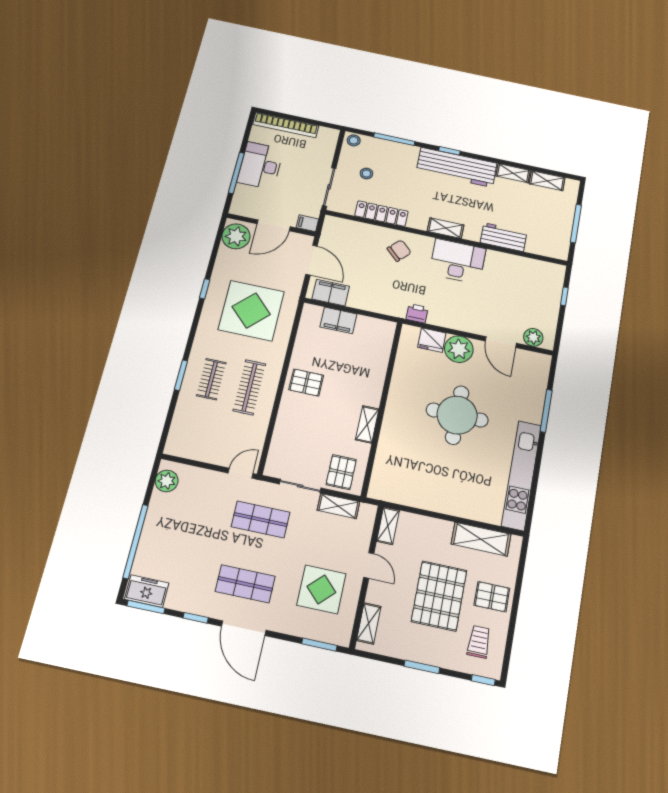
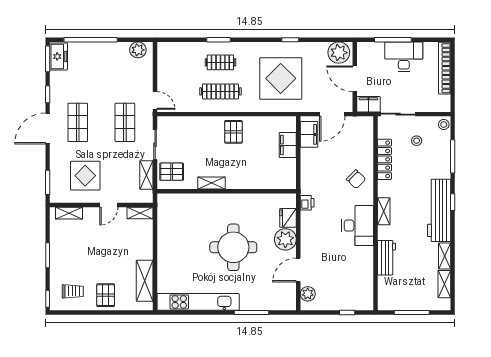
filing cabinet: (307, 223) -> (369, 104), width x2.00
pallet: (439, 596) -> (98, 258), removed

